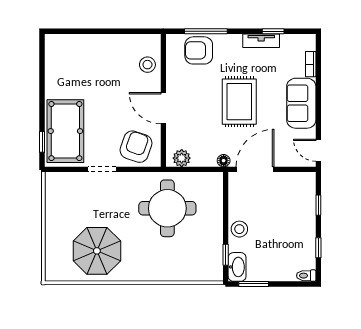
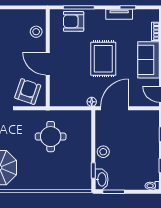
plant: (182, 158) -> (61, 100), removed
round table: (167, 208) -> (51, 137), width x0.73, depth x0.73

